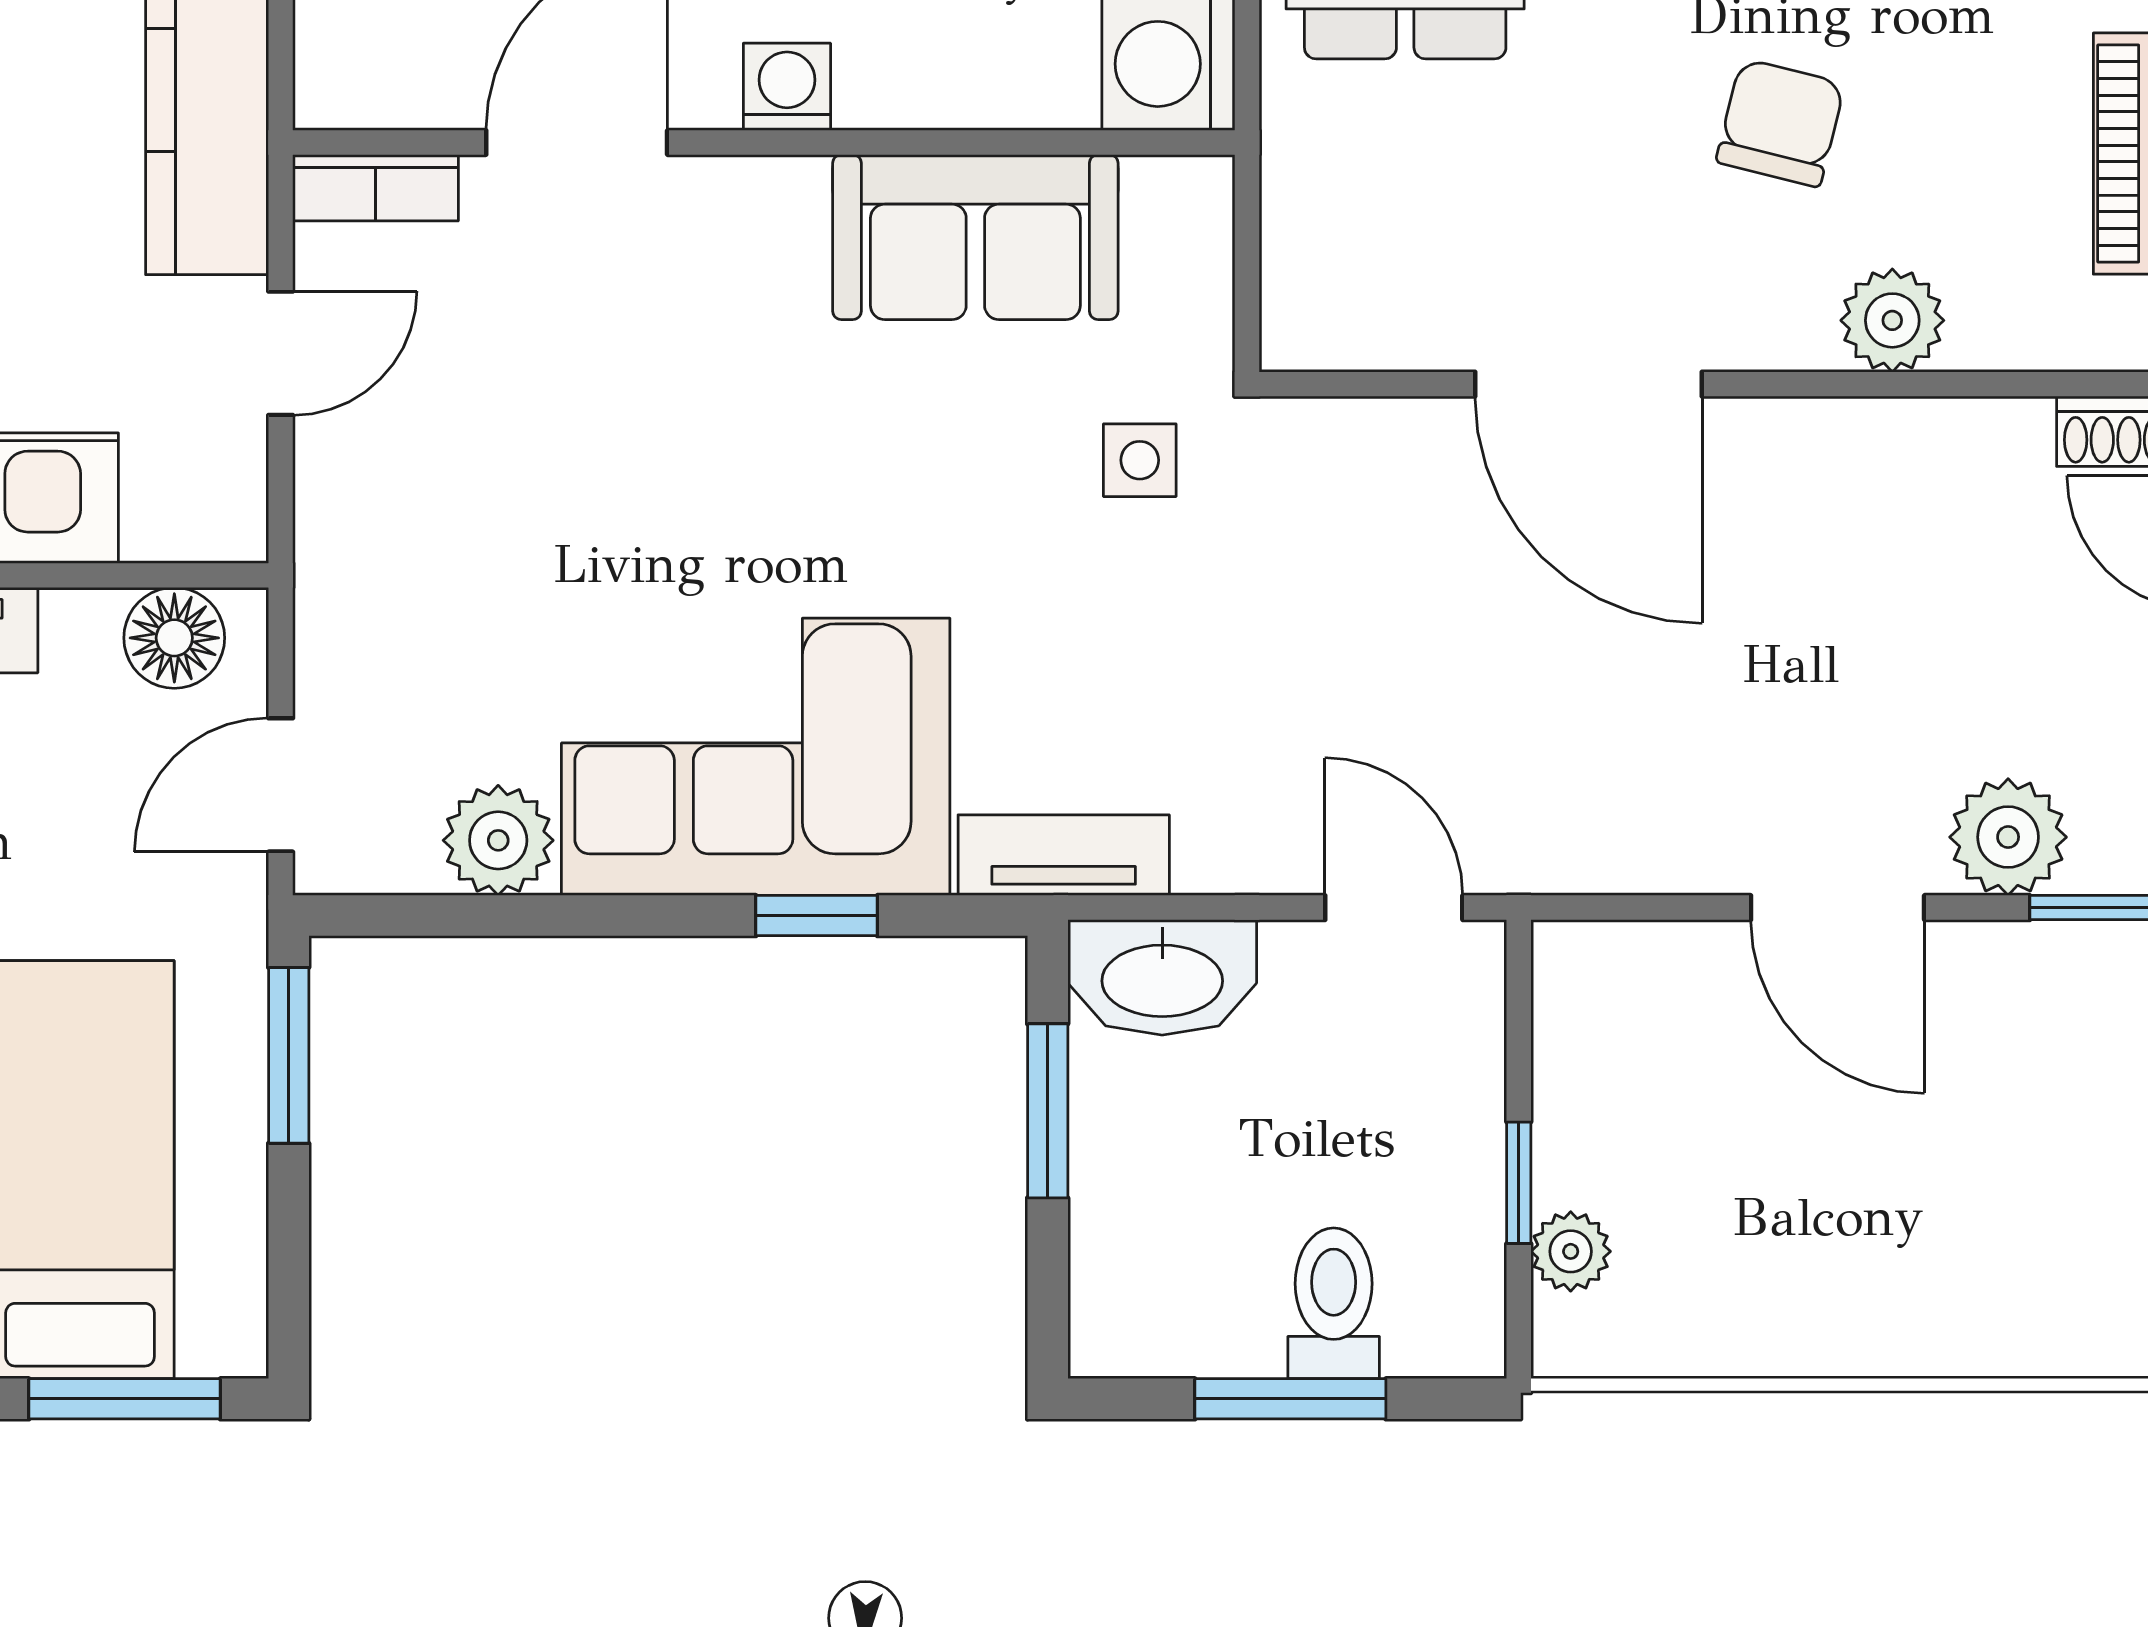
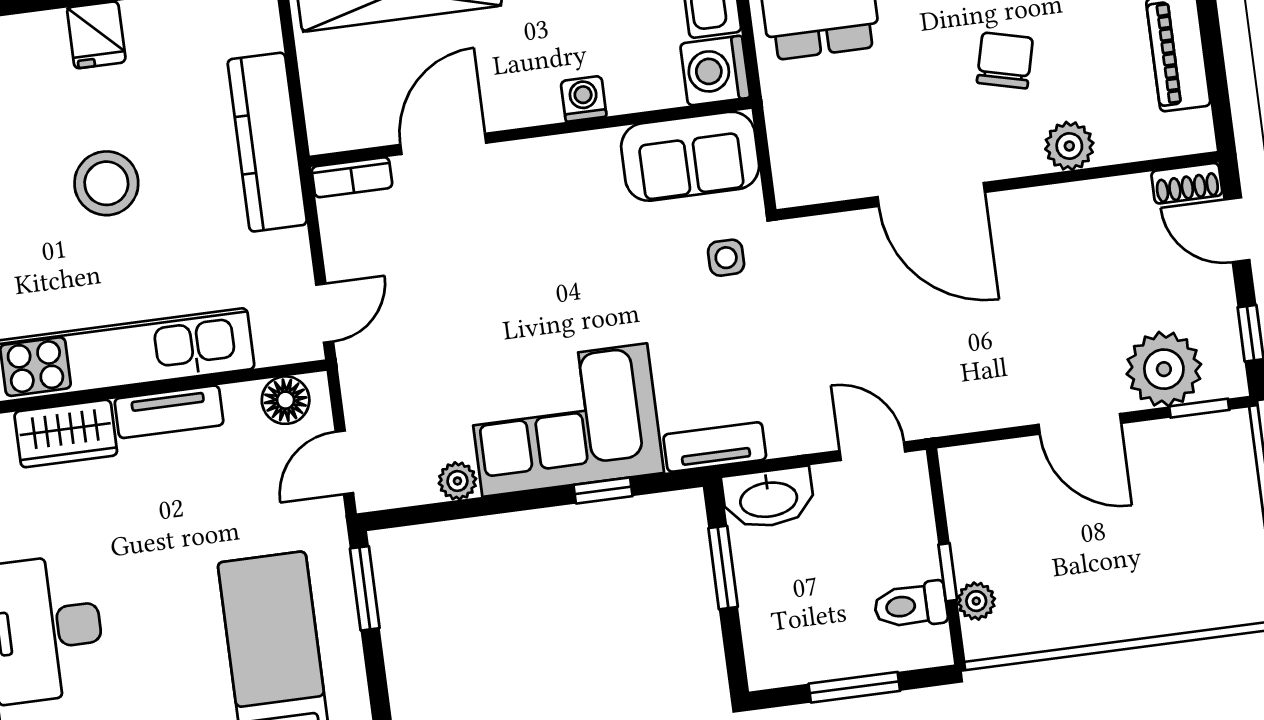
washing machine: (787, 87) -> (584, 99), moved
sofa: (975, 237) -> (690, 156), moved
door: (281, 353) -> (325, 313), moved
plant: (2008, 837) -> (1164, 369), width x1.36, depth x1.36
plant: (498, 840) -> (457, 481), width x0.73, depth x0.73
toilet: (1334, 1303) -> (911, 605), moved, turned -90

